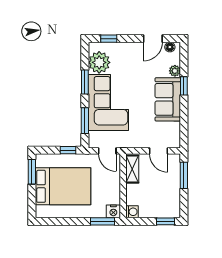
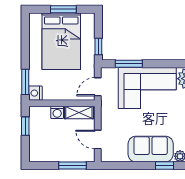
window: (85, 82) -> (169, 64), removed
door: (159, 151) -> (98, 140), hinge flipped
window: (32, 172) -> (63, 9), moved
washing machine: (132, 212) -> (57, 112), moved
window: (165, 221) -> (25, 126), moved

